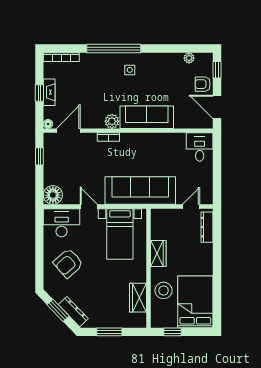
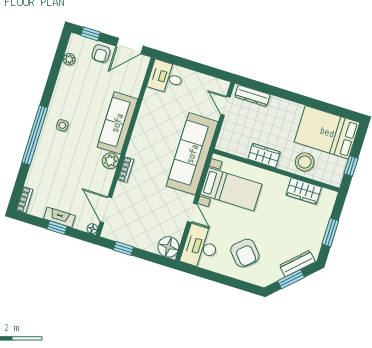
bookcase: (61, 57) -> (24, 200), width x0.64
door: (89, 206) -> (192, 213), swing flipped

